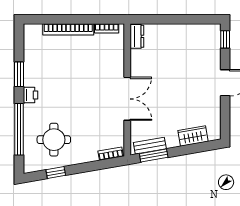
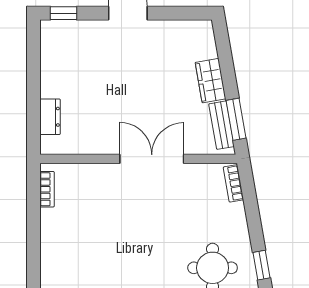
bookcase: (68, 29) -> (48, 246), removed
dresser: (137, 36) -> (50, 117), moved, turned 90
wardrobe: (193, 136) -> (211, 81), moved

